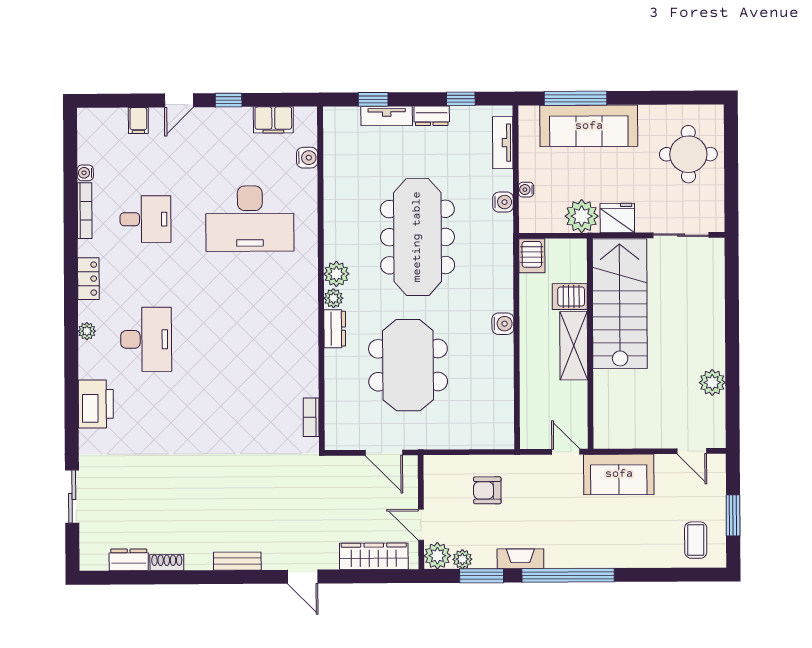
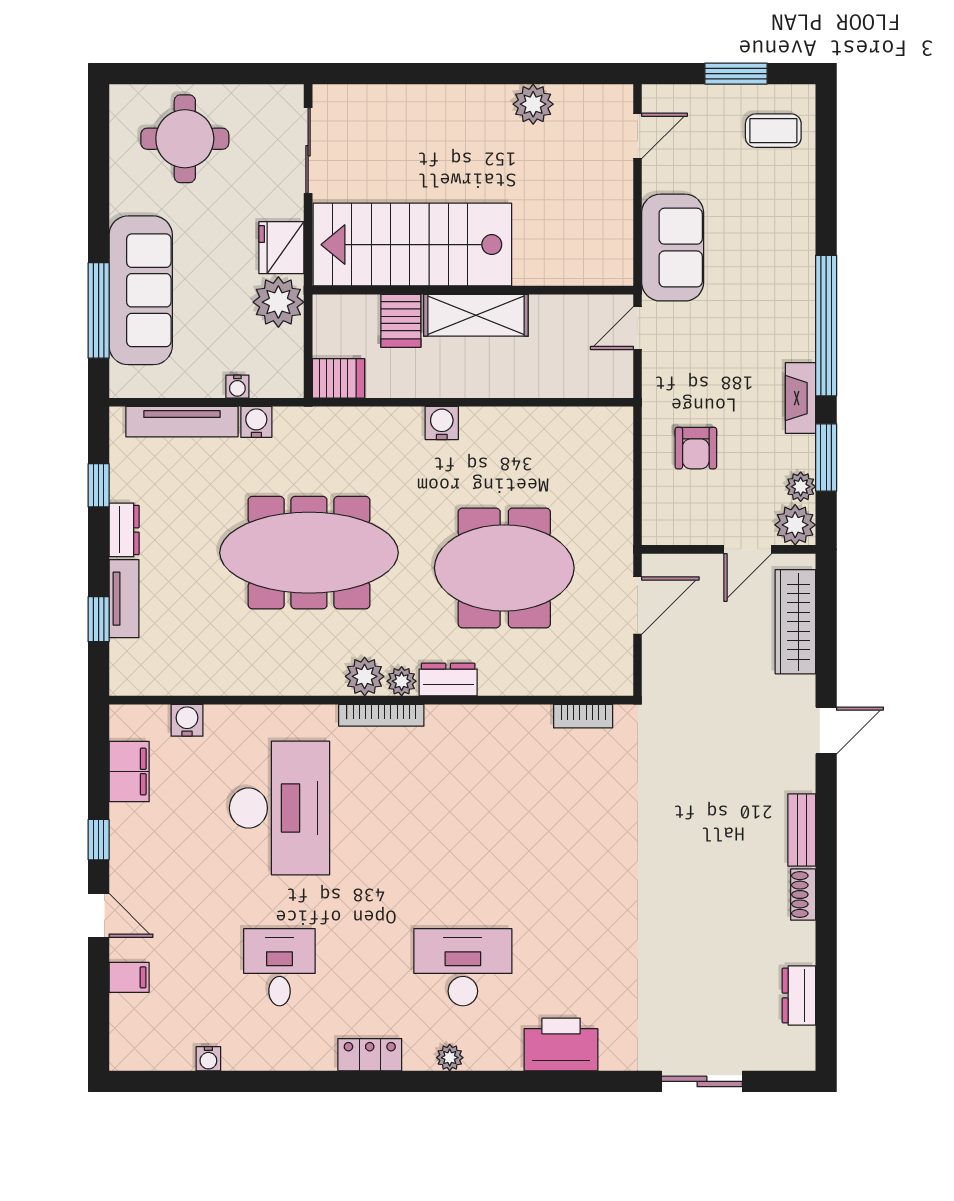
tv unit: (503, 143) -> (182, 422), width x1.41
bookcase: (85, 211) -> (381, 715), moved, turned 180
shoe rack: (167, 562) -> (803, 895), moved

